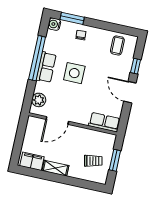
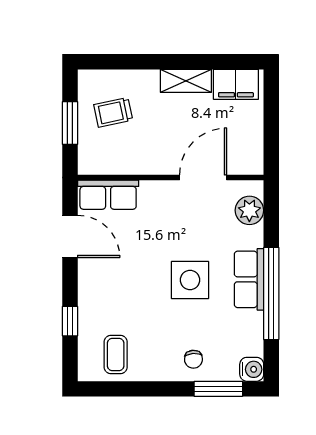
door: (130, 92) -> (70, 236), moved

